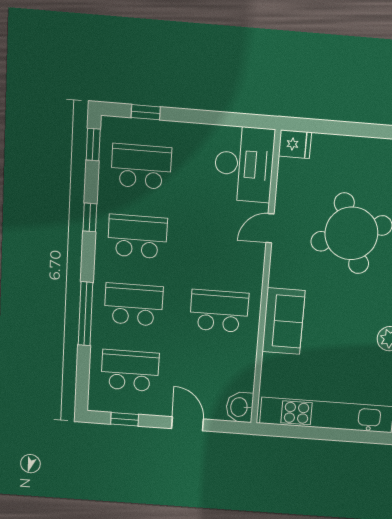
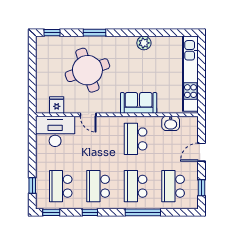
fridge: (295, 144) -> (57, 105), moved
washbasin: (240, 407) -> (171, 123), moved

